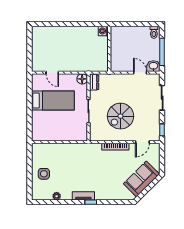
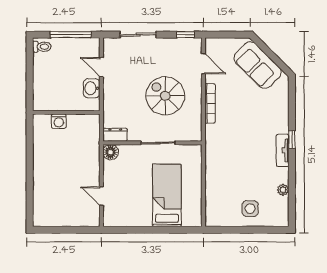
washing machine: (103, 31) -> (59, 121), moved
washbasin: (153, 66) -> (92, 88), moved
door: (52, 73) -> (101, 196), swing flipped
door: (140, 73) -> (101, 67), hinge flipped
bed: (53, 100) -> (167, 195), moved
spiral stairs: (120, 116) -> (165, 96), turned 180

